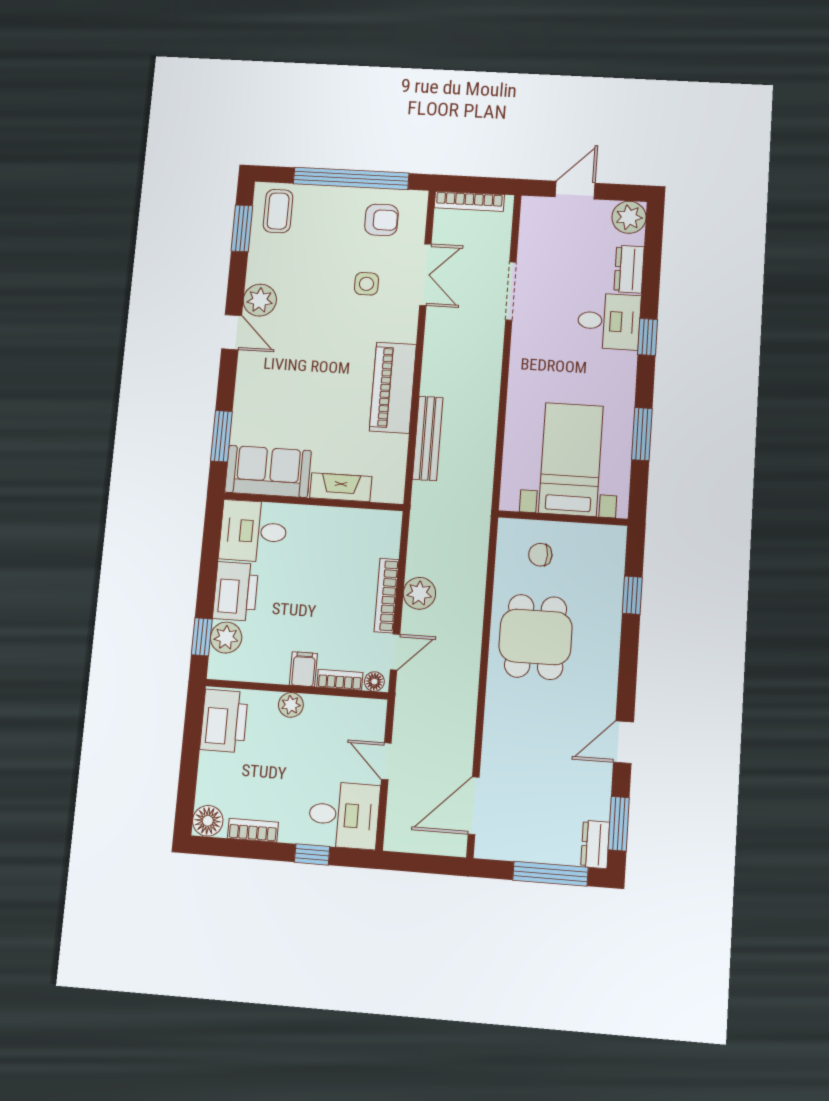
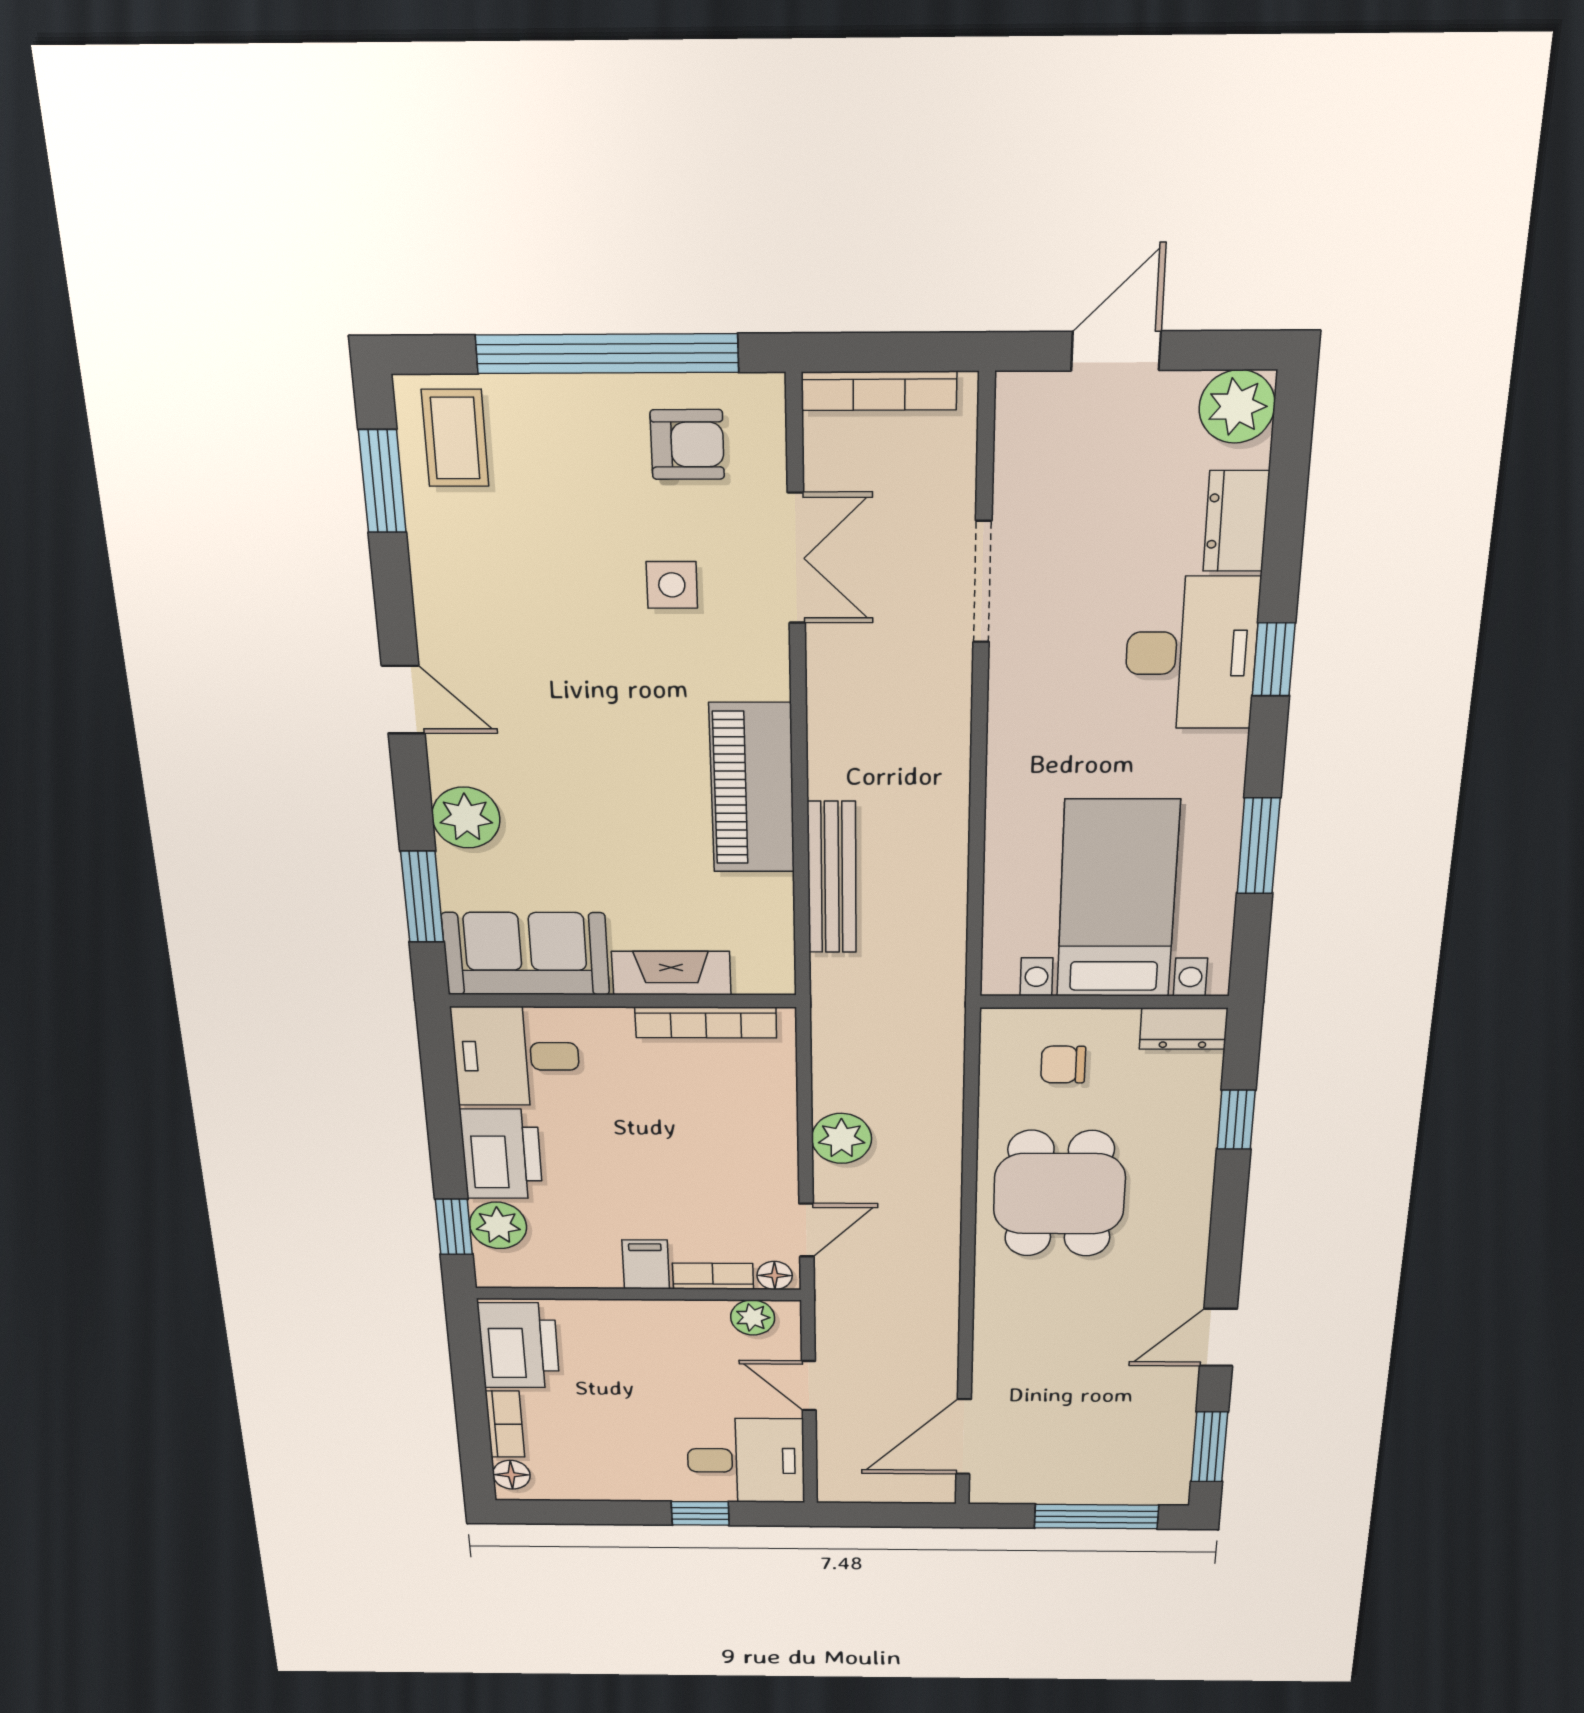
plant: (260, 300) -> (466, 818), moved
desk: (609, 321) -> (1191, 653), width x1.37
bookcase: (387, 596) -> (706, 1022), moved, turned -90
plant: (291, 705) -> (753, 1317), moved
floor lamp: (208, 821) -> (511, 1475), width x0.73, depth x0.73
bookcase: (253, 830) -> (505, 1424), moved, turned 90
dresser: (595, 844) -> (1184, 1029), moved, turned -90

